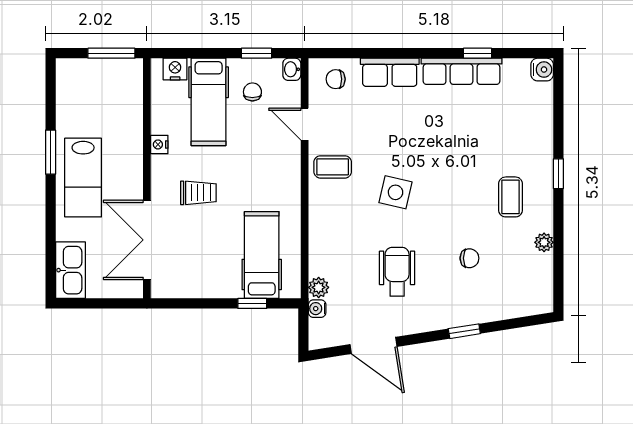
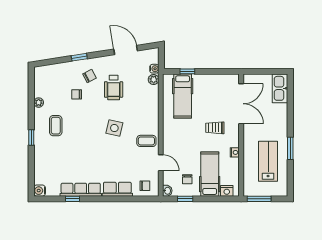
lab bench: (83, 178) -> (268, 161), moved
chair: (444, 295) -> (90, 76), added

